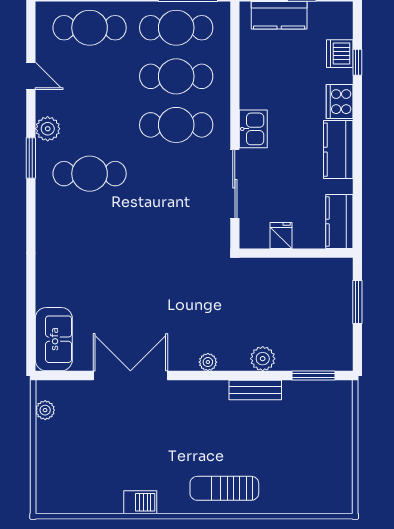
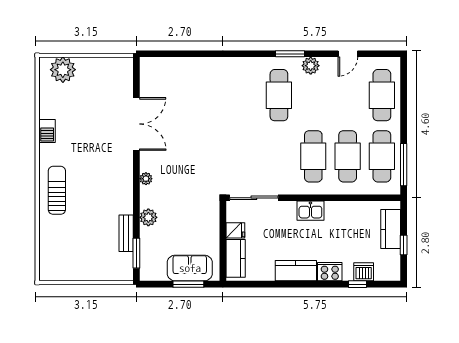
sliding door: (235, 184) -> (254, 198), moved
kitchen counter: (339, 221) -> (236, 258), moved, turned 90
sofa: (54, 339) -> (190, 268), moved, turned 180
bench: (255, 390) -> (126, 233), moved
plant: (45, 410) -> (63, 70), moved, width x1.88, depth x1.88

